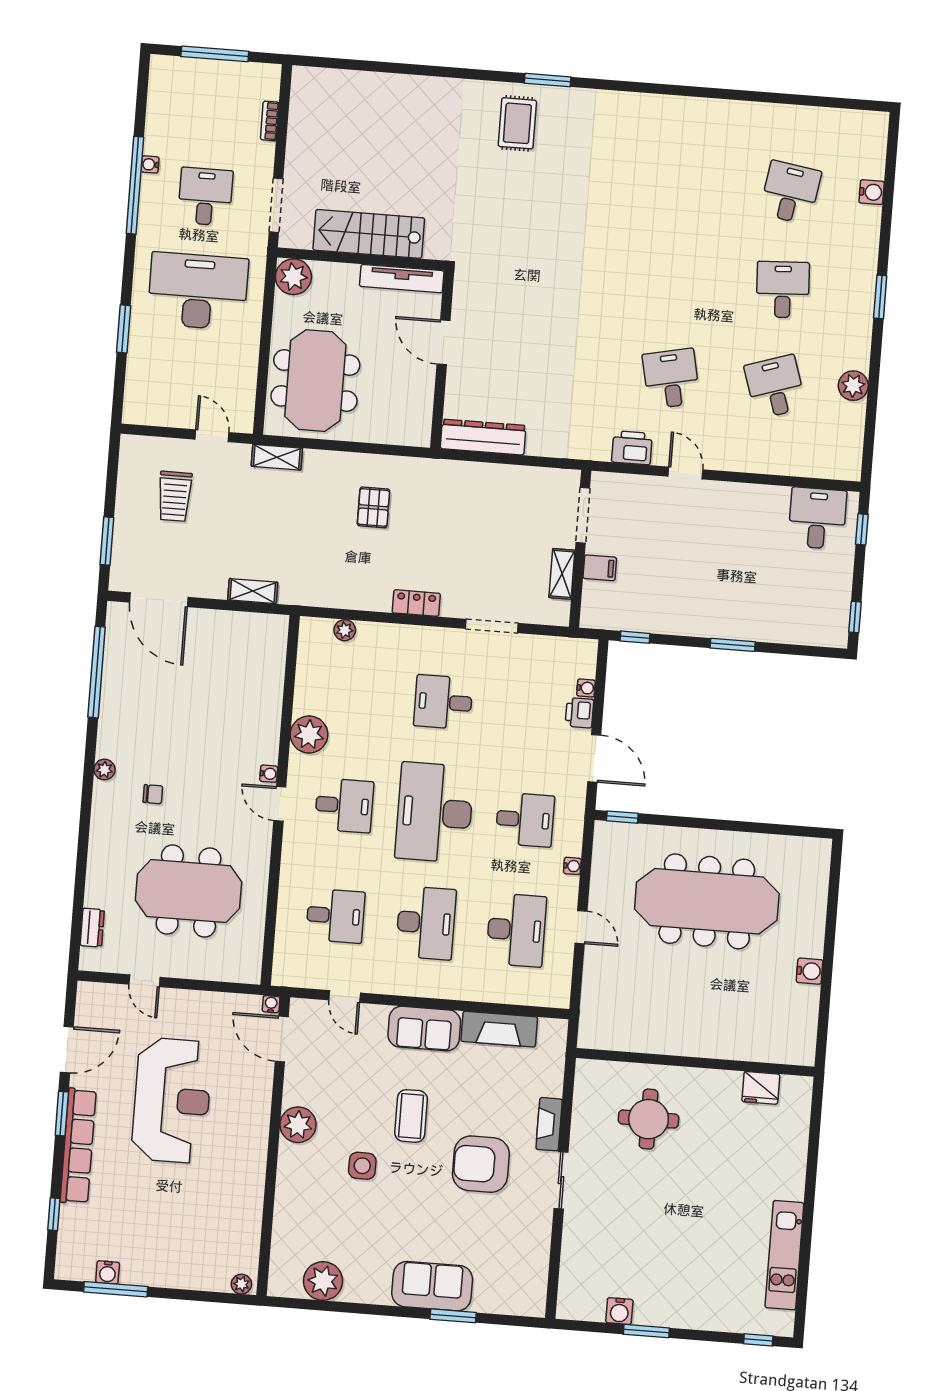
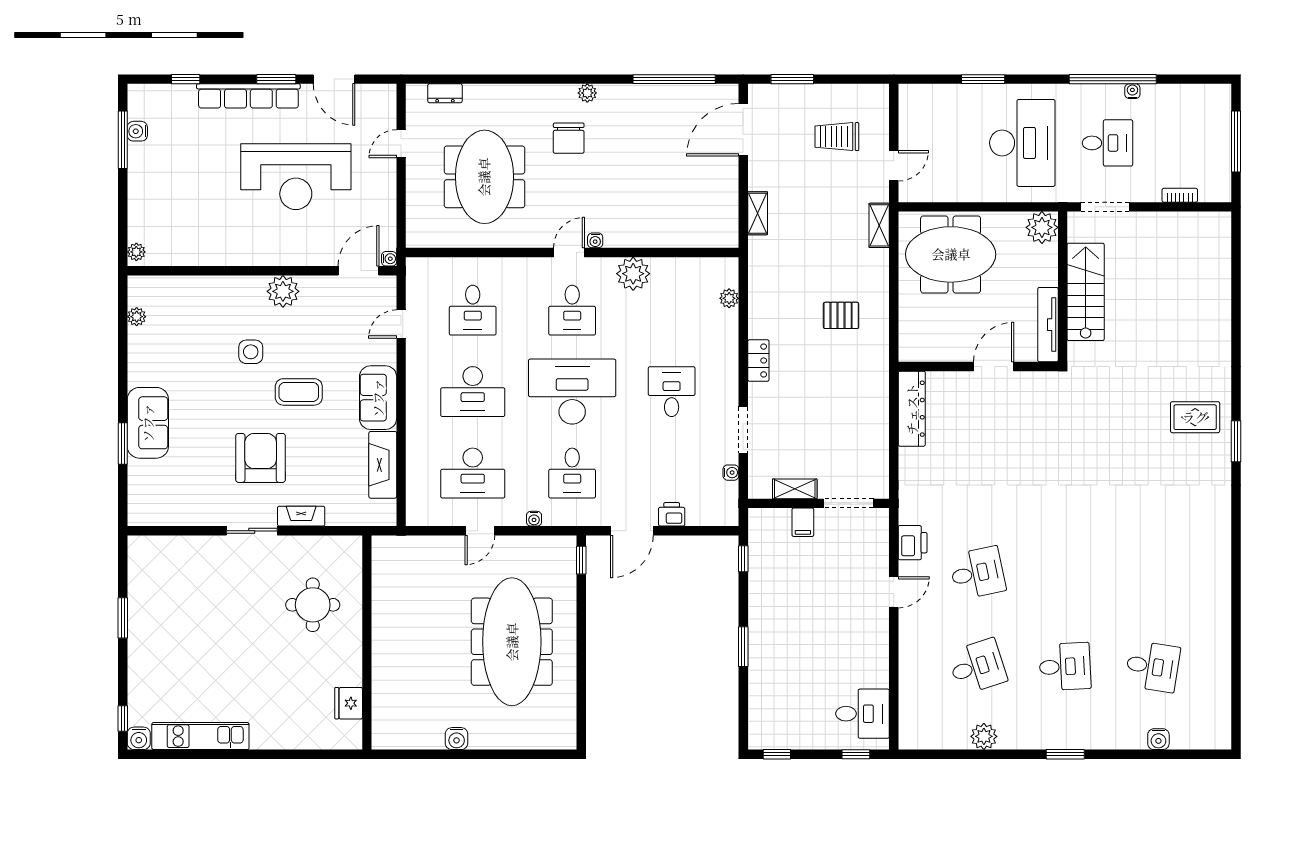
water cooler: (586, 688) -> (731, 473), moved, turned -90
chair: (153, 794) -> (569, 138), width x1.87, depth x1.87
plant: (323, 1281) -> (137, 317), width x0.53, depth x0.53
water cooler: (619, 1311) -> (139, 738), moved, turned -90

